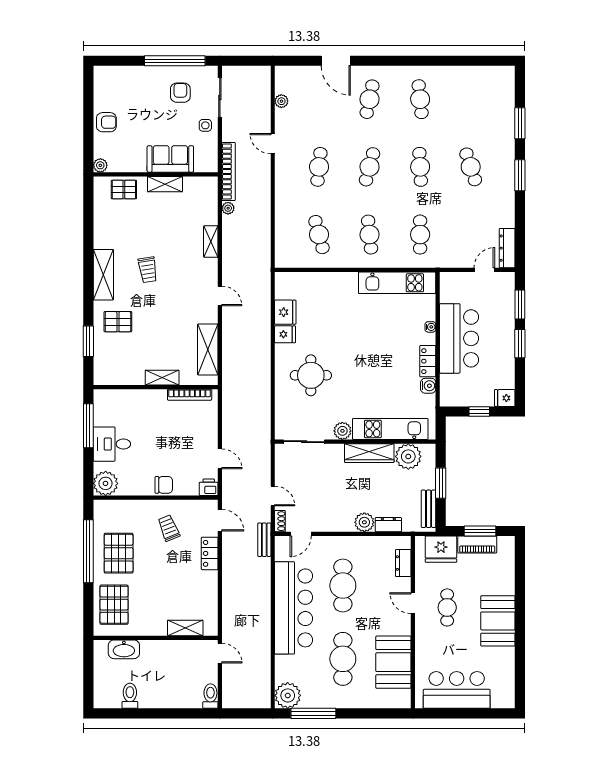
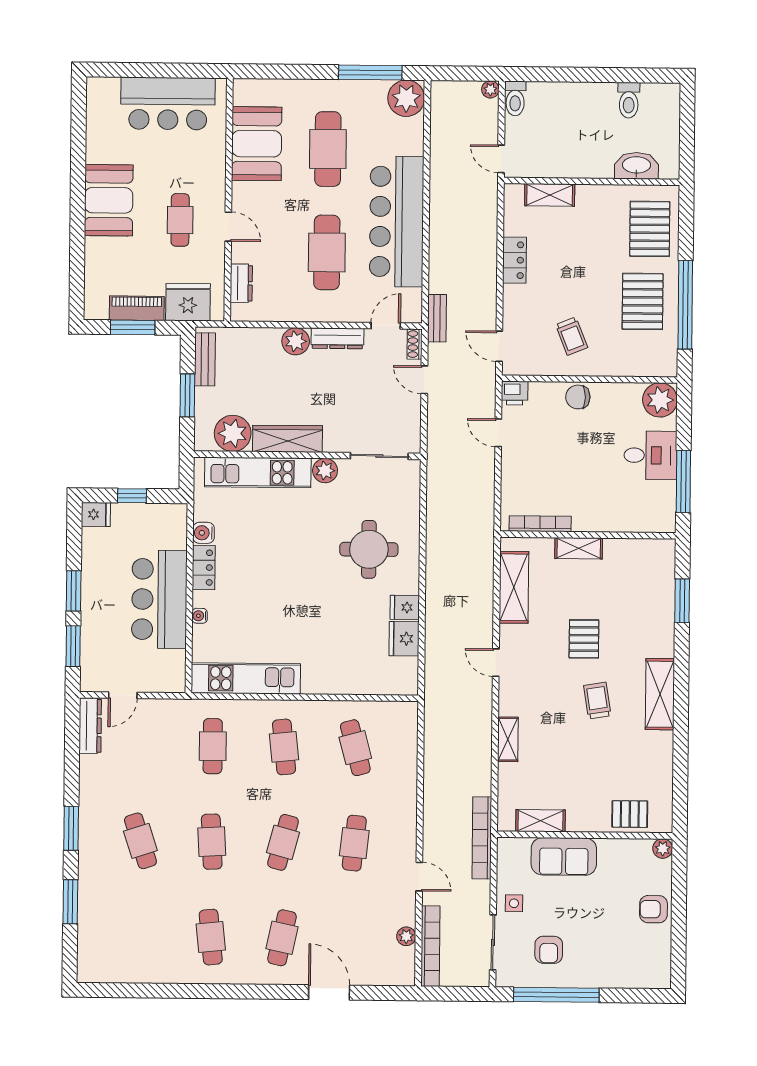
bookcase: (264, 94) -> (430, 946), added
shelving: (165, 184) -> (540, 821), moved
plant: (228, 208) -> (490, 89), moved
pallet: (118, 322) -> (584, 639), moved, turned 90
dresser: (388, 525) -> (337, 338), moved, width x1.44
locker: (210, 553) -> (515, 260), moved

